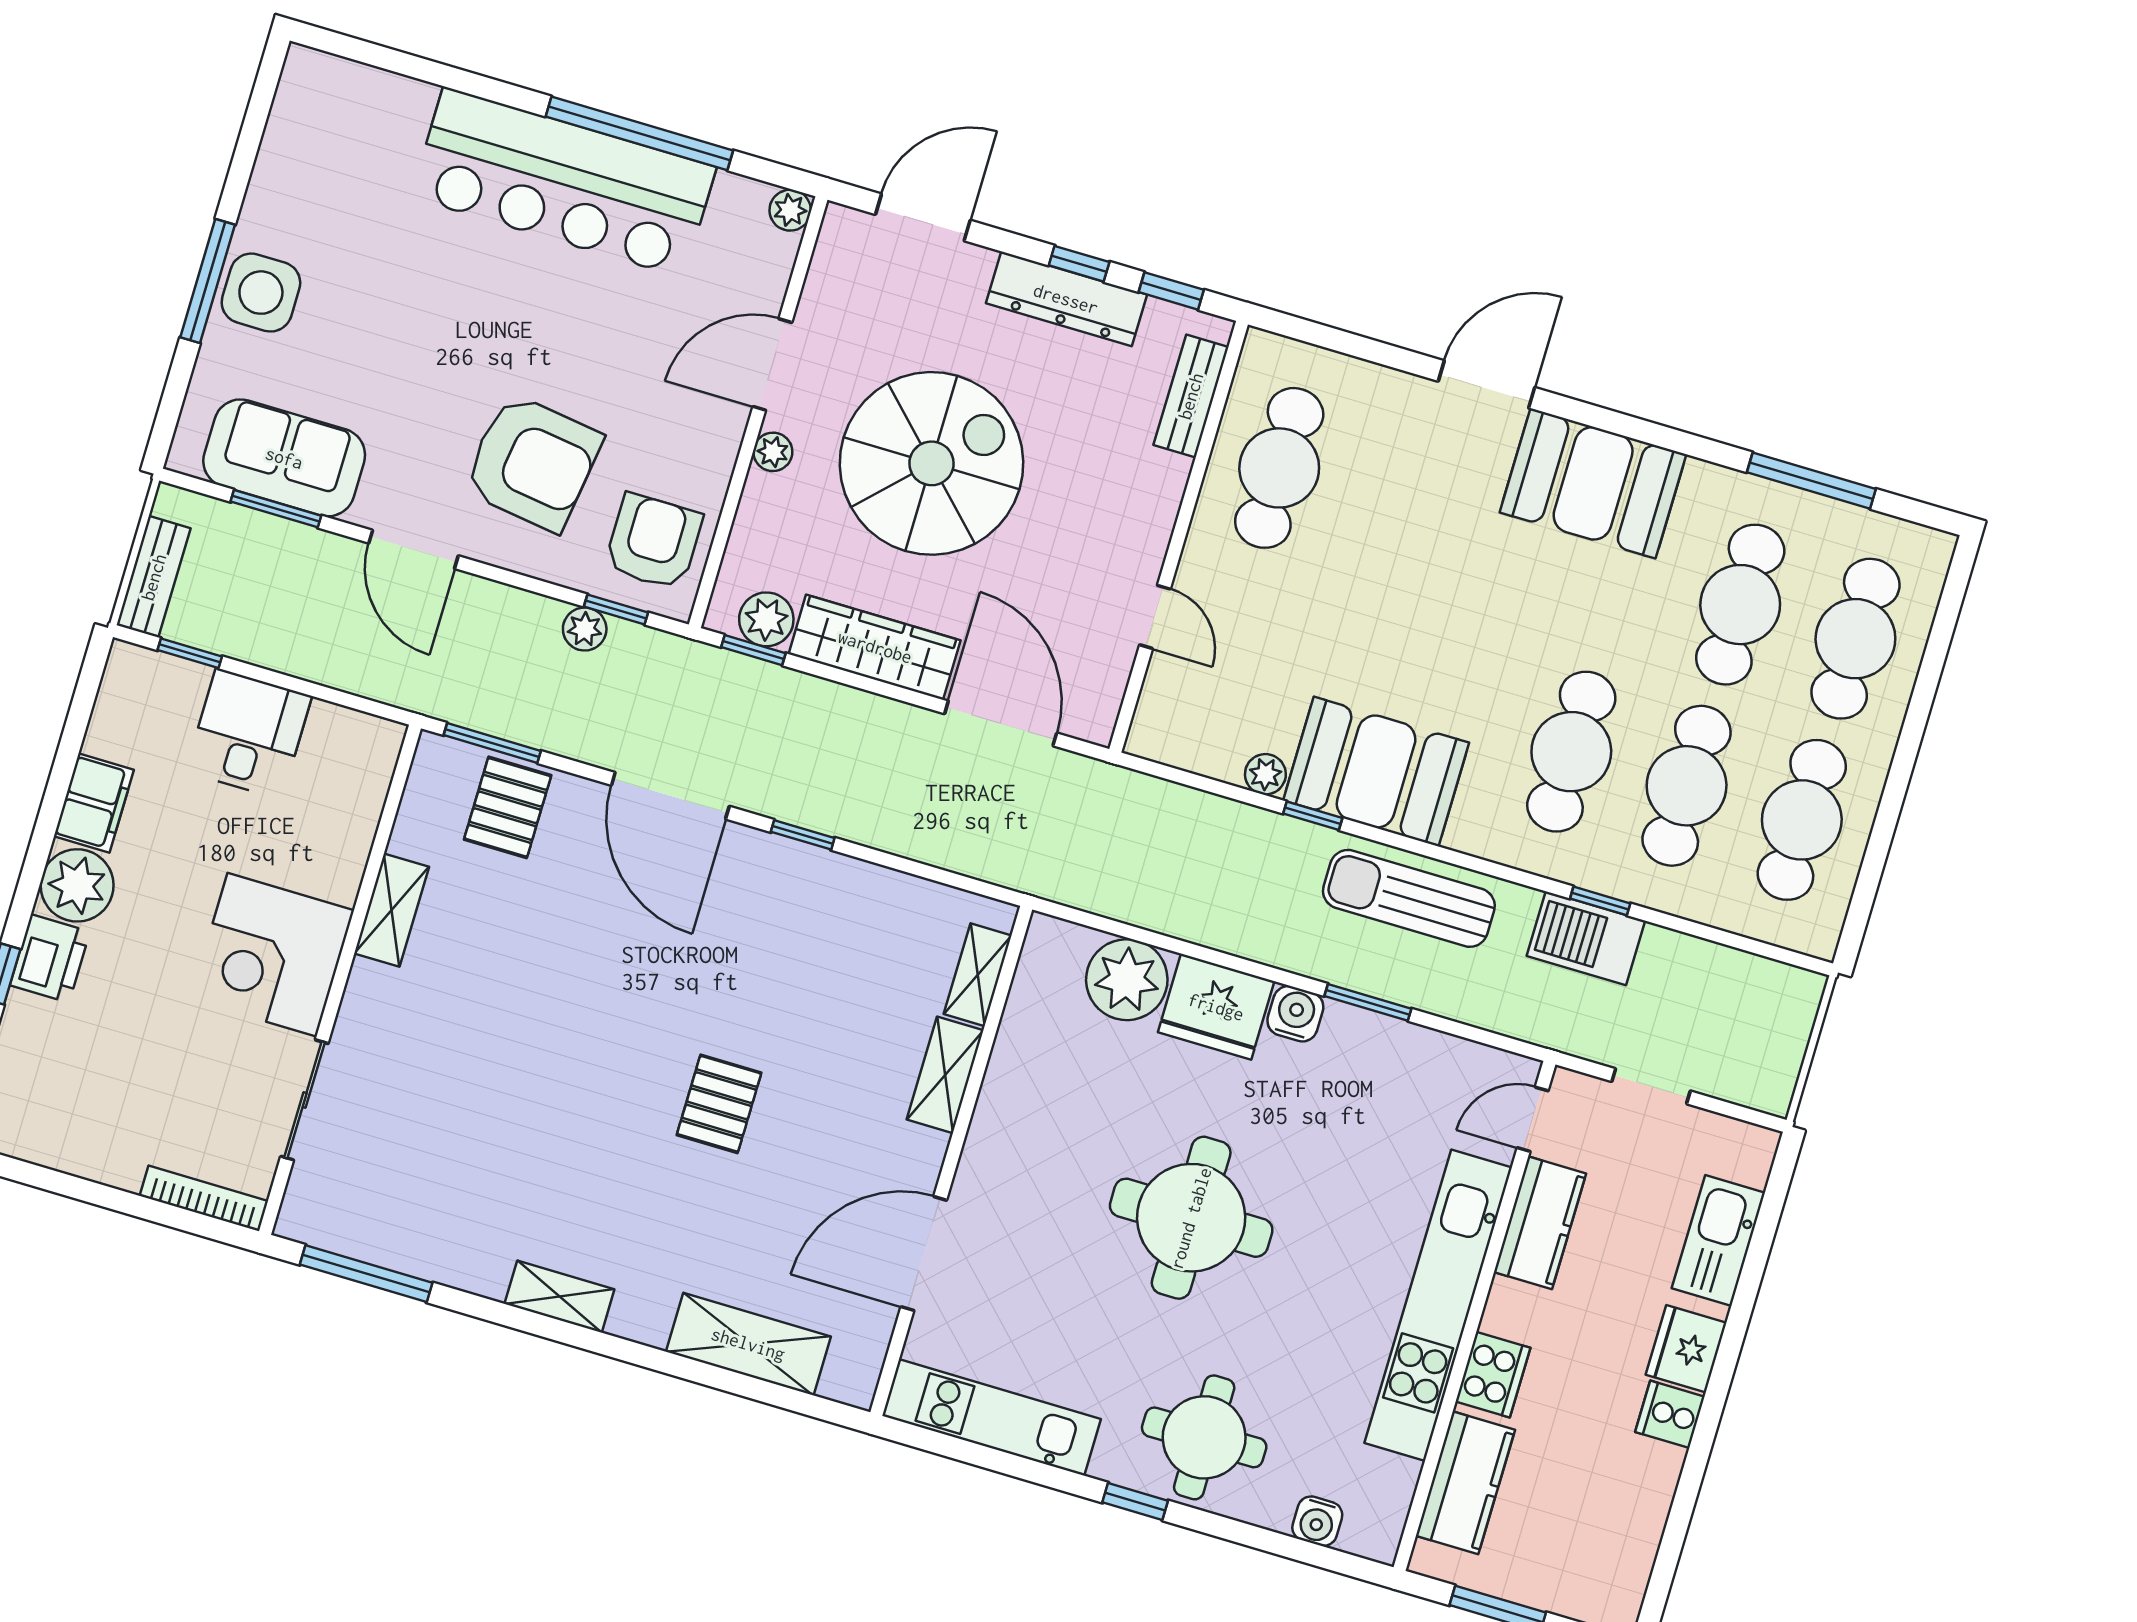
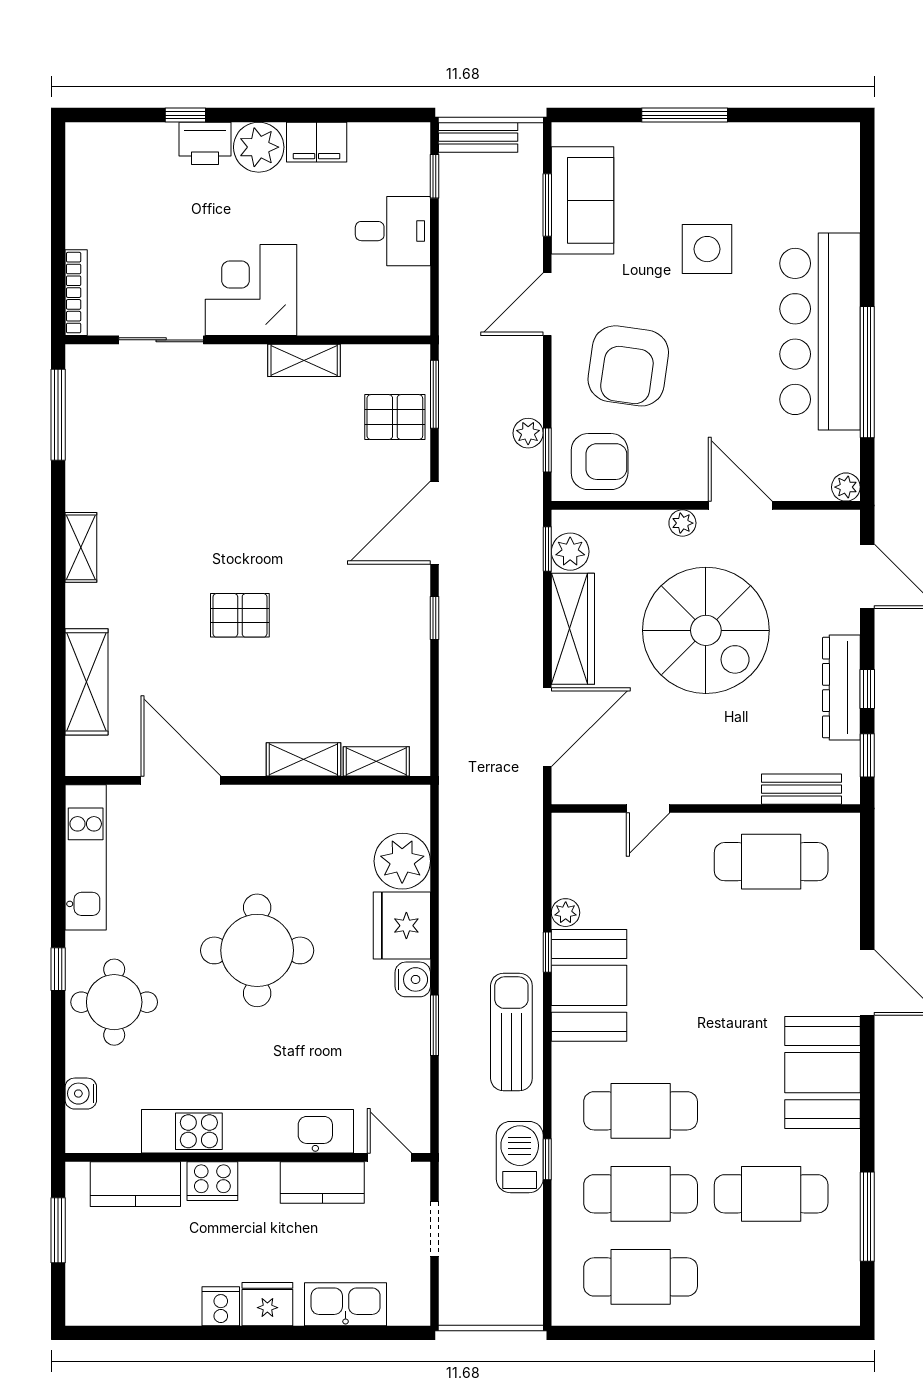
side table: (261, 293) -> (707, 249), moved
cafe table: (1855, 639) -> (771, 1277), removed

